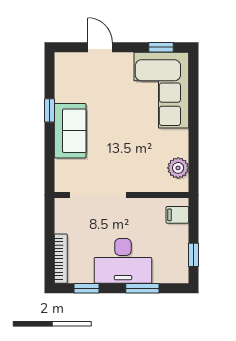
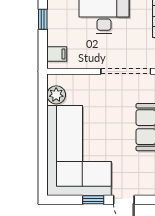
window: (161, 47) -> (93, 200), moved
corner sofa: (161, 90) -> (79, 150), width x1.36, depth x1.36

